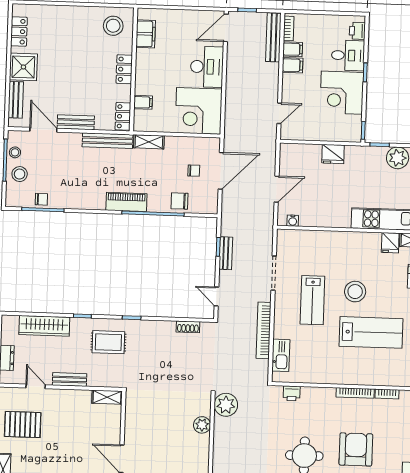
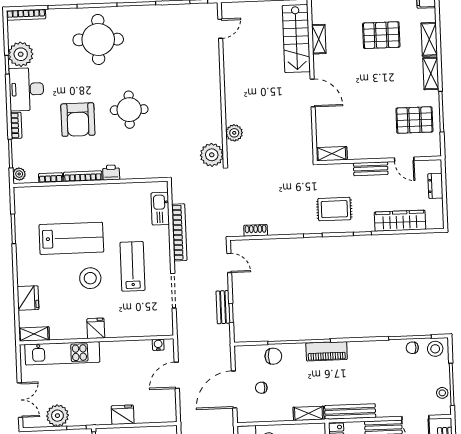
stool: (20, 174) -> (435, 349), moved
fridge: (390, 243) -> (96, 328), moved
lab bench: (371, 332) -> (71, 238), turned 180
printer: (292, 393) -> (111, 173), moved

